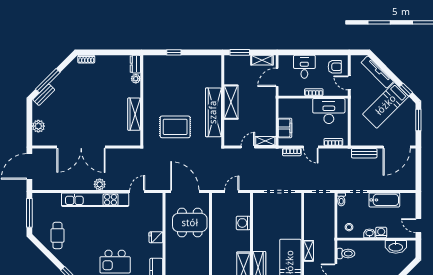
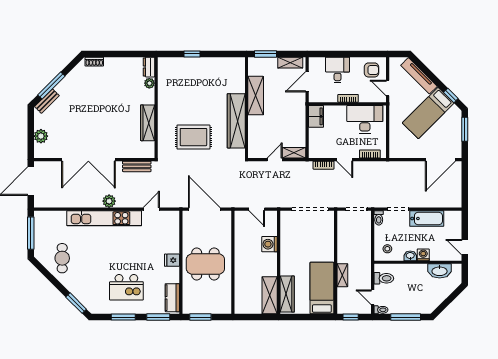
shelving: (231, 102) -> (256, 96), moved
filing cabinet: (285, 128) -> (316, 116), moved
bench: (364, 153) -> (137, 166), moved
door: (232, 191) -> (257, 209), swing flipped
dining table: (190, 223) -> (205, 264), moved

